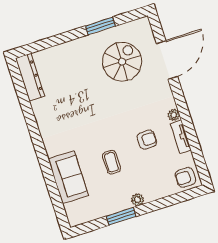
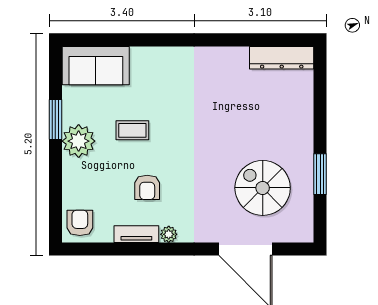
spiral stairs: (122, 62) -> (263, 188), turned 180
sofa: (68, 177) -> (96, 66), moved
plant: (137, 200) -> (79, 141), width x1.88, depth x1.88

